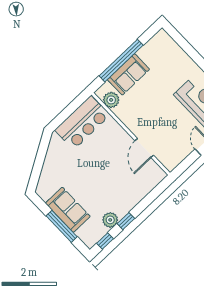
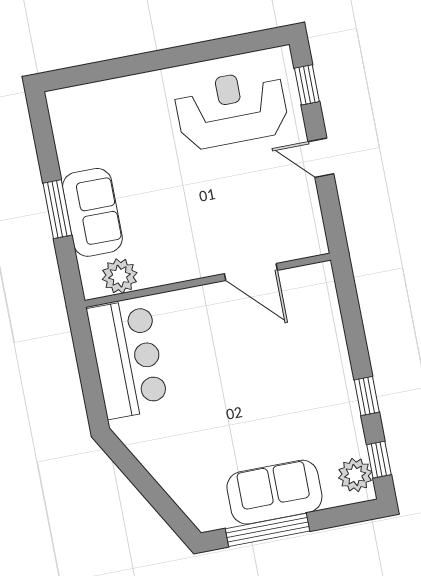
window: (121, 61) -> (57, 209), width x0.47
plant: (110, 220) -> (355, 475), moved
window: (62, 226) -> (267, 530), moved

